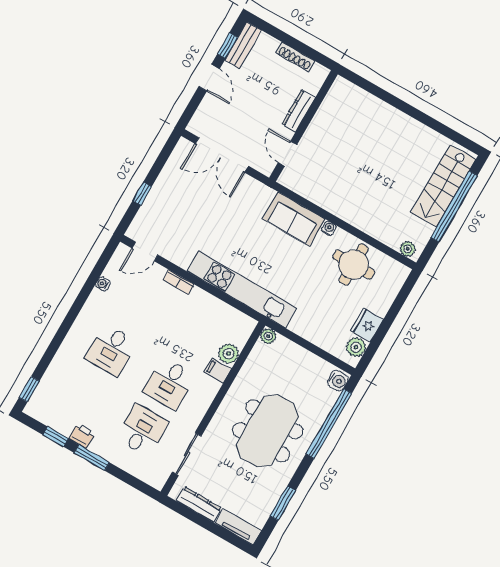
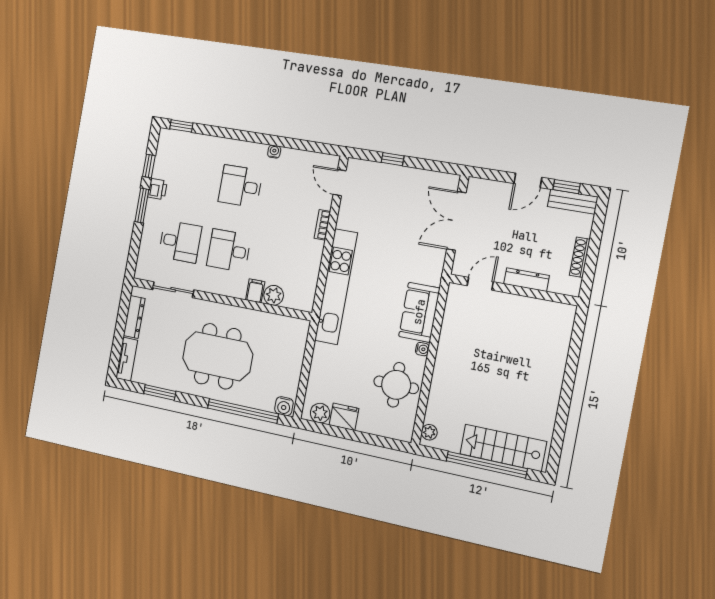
water cooler: (103, 284) -> (274, 152), moved
plant: (268, 336) -> (302, 327), removed

